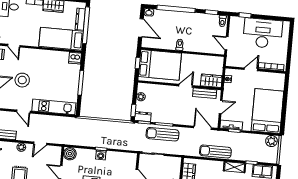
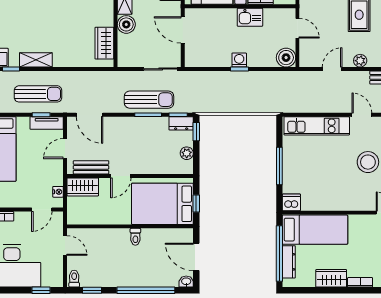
door: (251, 69) -> (42, 210), moved
sun lounger: (215, 152) -> (38, 94), moved

